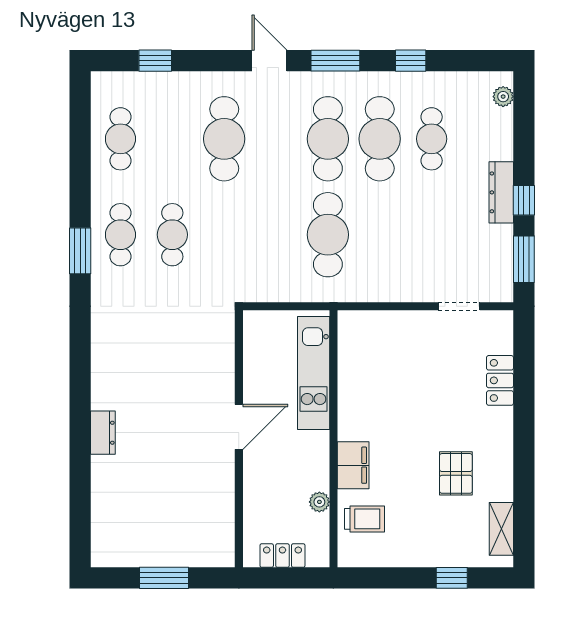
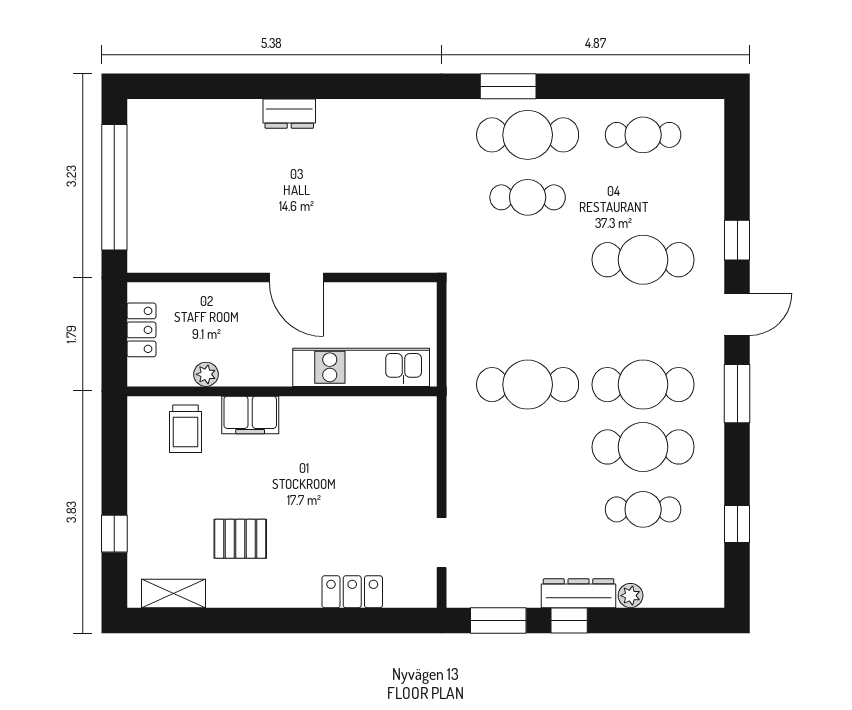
window: (155, 61) -> (737, 240), moved
window: (411, 61) -> (737, 524), moved
plant: (503, 97) -> (631, 596), moved
cafe table: (120, 235) -> (528, 135), width x1.37, depth x1.35
window: (164, 578) -> (114, 187), width x2.11

